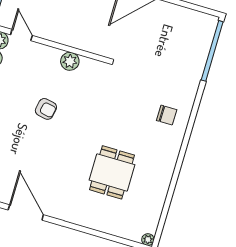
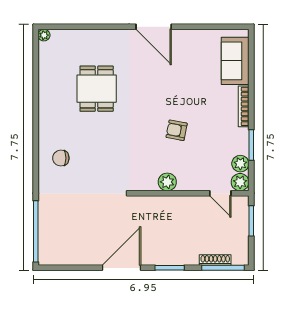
door: (26, 212) -> (154, 27), moved

